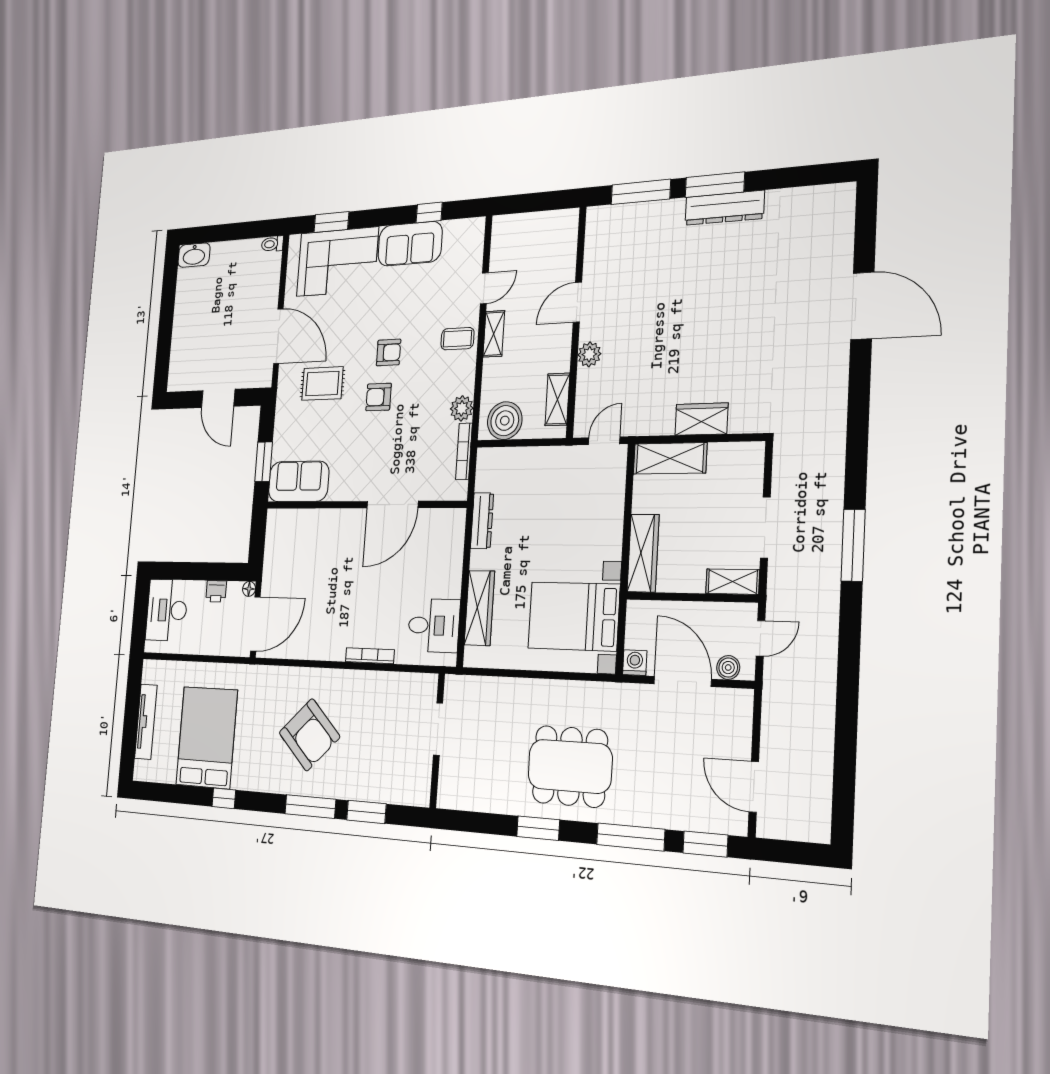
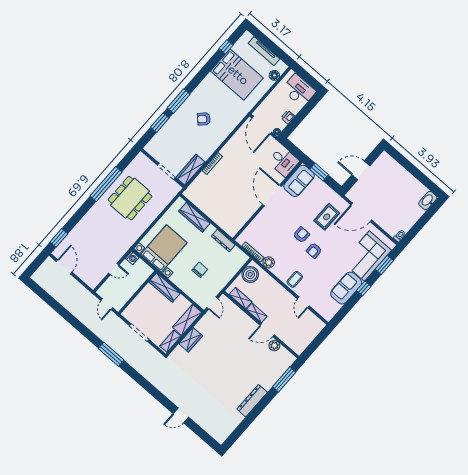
window: (715, 185) -> (263, 404), removed
window: (429, 213) -> (364, 288), moved
door: (577, 302) -> (267, 330), swing flipped
door: (862, 306) -> (181, 415), width x0.53
shelving: (494, 334) -> (257, 313), moved
plant: (589, 354) -> (274, 346), moved
door: (392, 505) -> (272, 195), moved
chair: (563, 517) -> (200, 270), added
shelving: (733, 582) -> (170, 341), moved
desk: (434, 625) -> (284, 161), moved, turned -90
boiler: (728, 668) -> (106, 287), removed
floor lamp: (170, 671) -> (274, 75), added
door: (683, 681) -> (114, 269), width x0.53
wardrobe: (406, 686) -> (191, 170), added
armchair: (309, 735) -> (204, 119), width x0.53, depth x0.53
dining table: (570, 766) -> (130, 198), moved
door: (754, 787) -> (64, 267), hinge flipped
window: (224, 798) -> (226, 47), moved
window: (538, 828) -> (106, 184), width x2.11
window: (631, 837) -> (79, 214), removed

